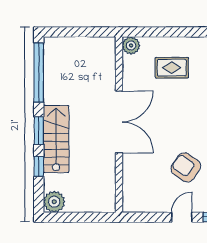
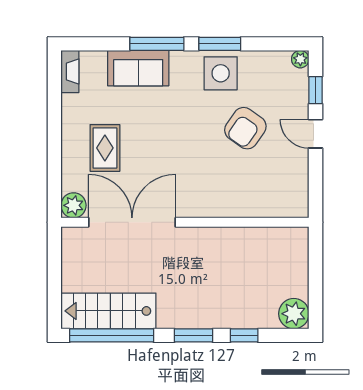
double door: (119, 122) -> (132, 222), moved
stairs: (56, 139) -> (108, 311), moved

